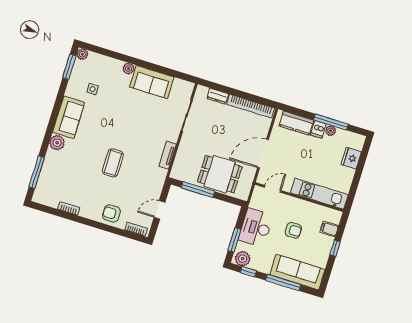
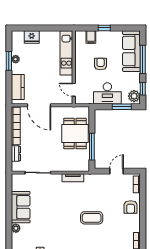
window: (331, 122) -> (9, 61), width x0.69
dishwasher: (318, 130) -> (18, 69), removed
door: (263, 154) -> (39, 105), moved
door: (159, 210) -> (116, 171), swing flipped

